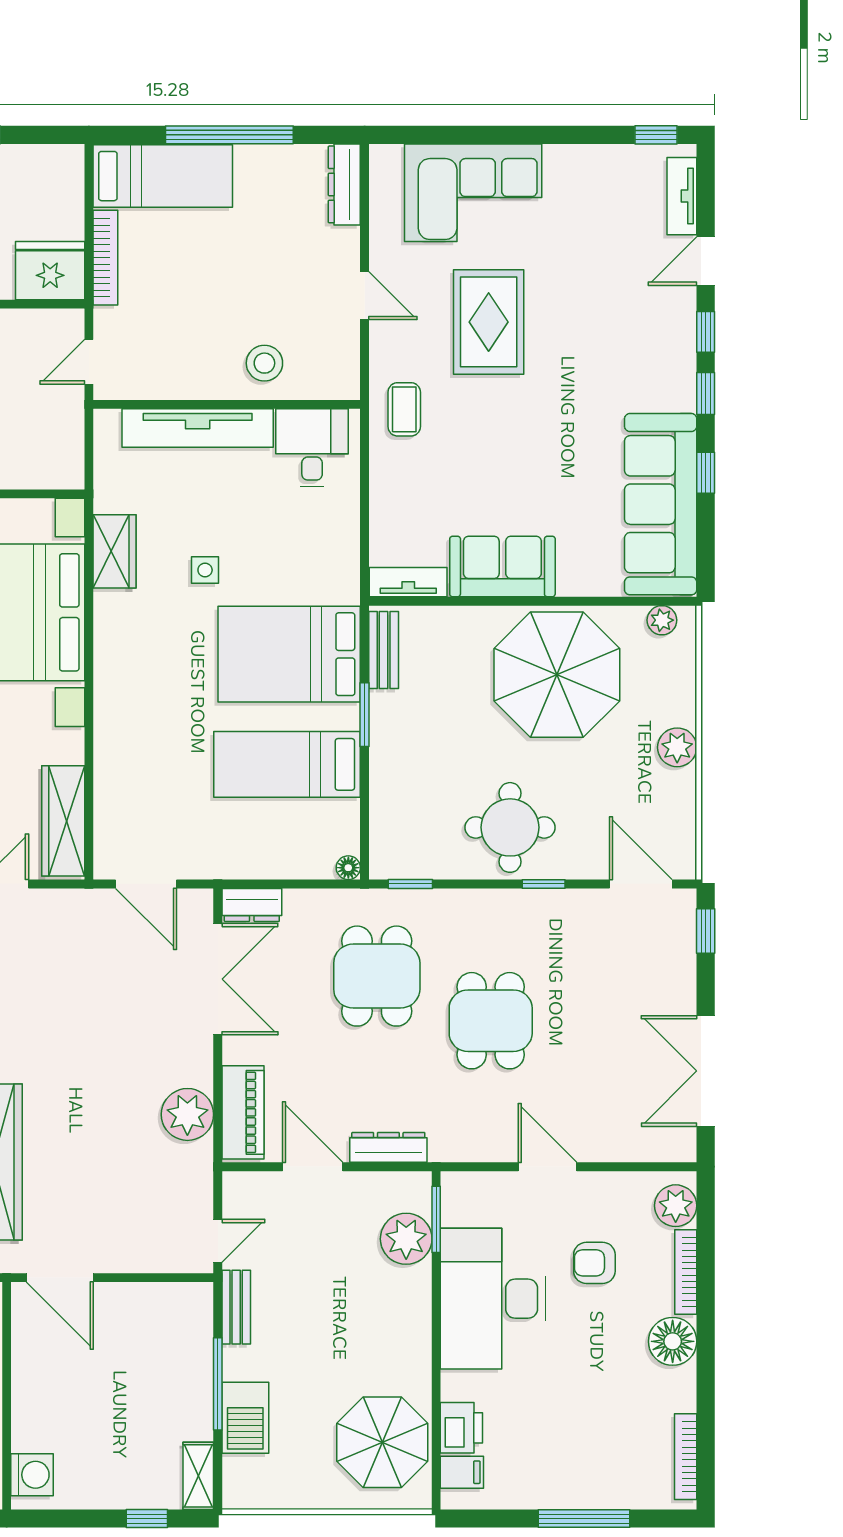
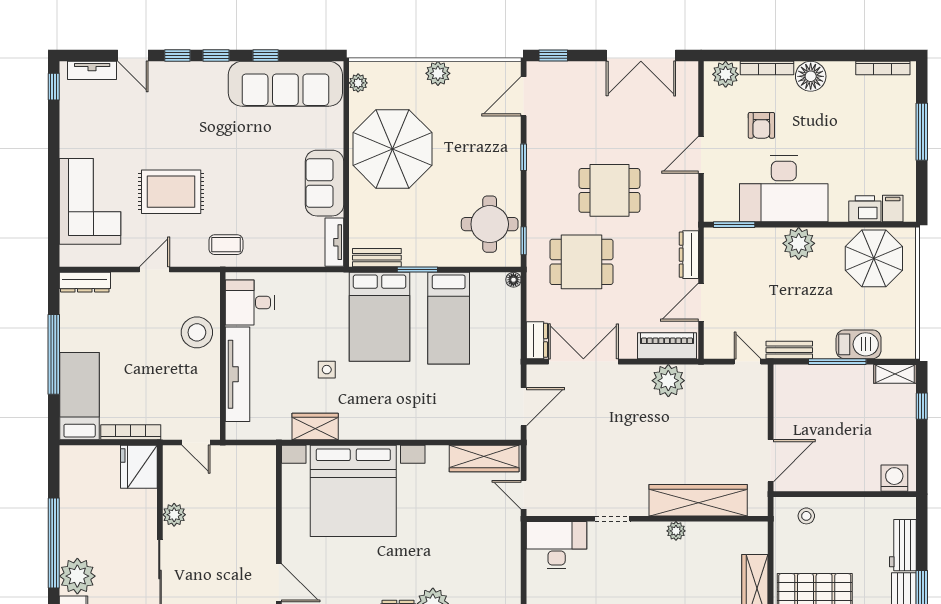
stool: (264, 363) -> (197, 332), width x1.38, depth x1.38
round table: (510, 827) -> (490, 224), moved
plant: (406, 1239) -> (799, 243), moved

